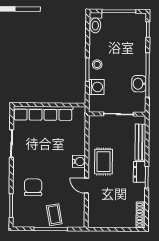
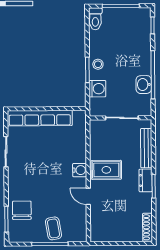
rug: (104, 162) -> (106, 170), turned 90
chair: (33, 187) -> (22, 210), moved

